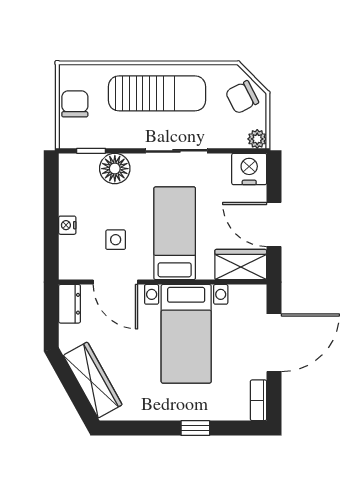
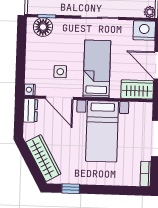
floor lamp: (115, 169) -> (43, 27), moved
nightstand: (67, 225) -> (30, 90), moved
window: (195, 428) -> (71, 189), moved

